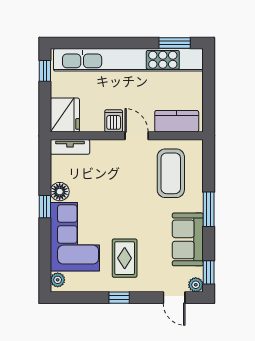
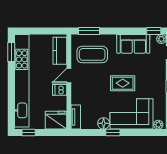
window: (209, 209) -> (89, 31), moved
rug: (125, 258) -> (123, 83), moved

